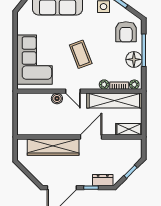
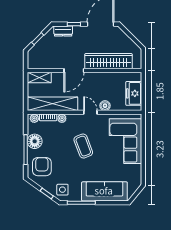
freezer: (26, 112) -> (134, 93), added

